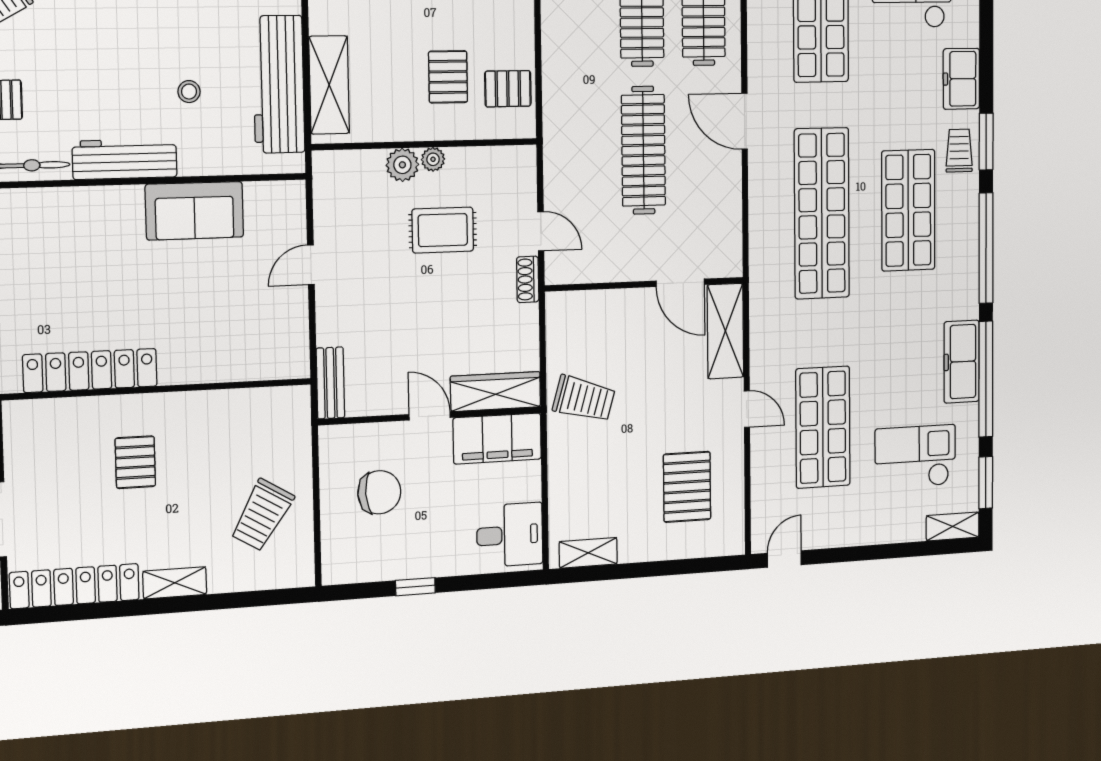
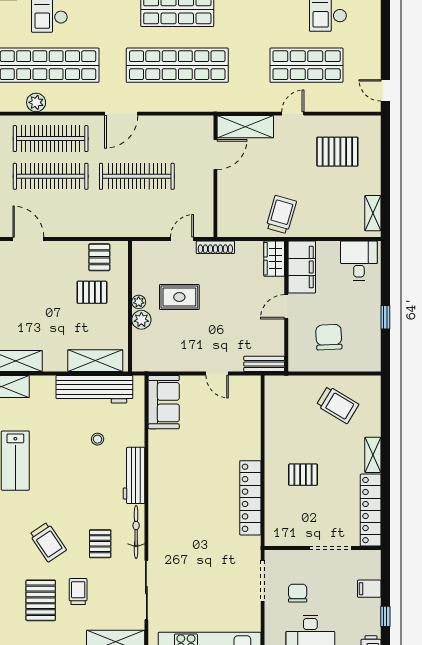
sofa: (194, 211) -> (164, 402), moved
rug: (443, 230) -> (179, 297), turned 90
door: (311, 265) -> (217, 374), moved
shoe rack: (528, 279) -> (215, 247), width x1.43
wardrobe: (496, 392) -> (274, 259), width x0.67

